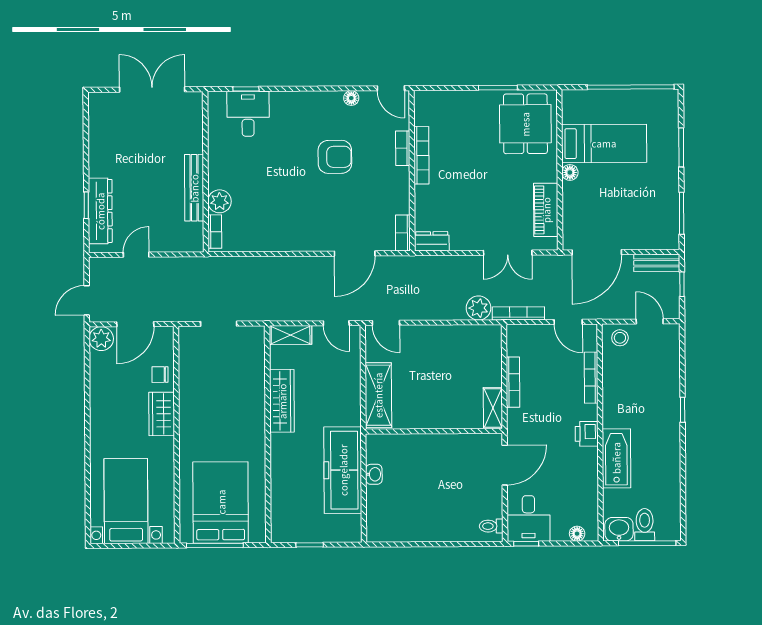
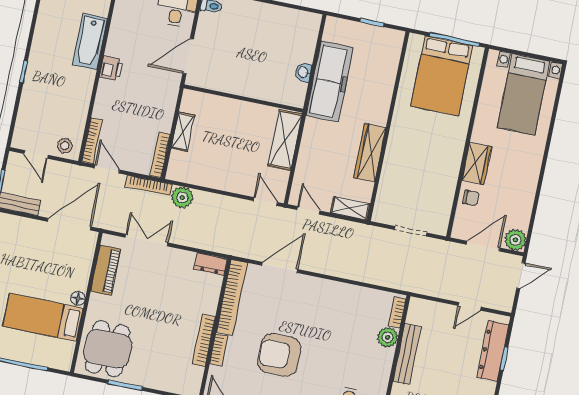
armchair: (335, 157) -> (279, 355), width x1.36, depth x1.36
bookcase: (403, 233) -> (232, 297), width x2.31, depth x1.31
bookcase: (591, 378) -> (92, 141), moved
bookcase: (513, 382) -> (160, 155), moved
shelving: (493, 408) -> (183, 132), moved

